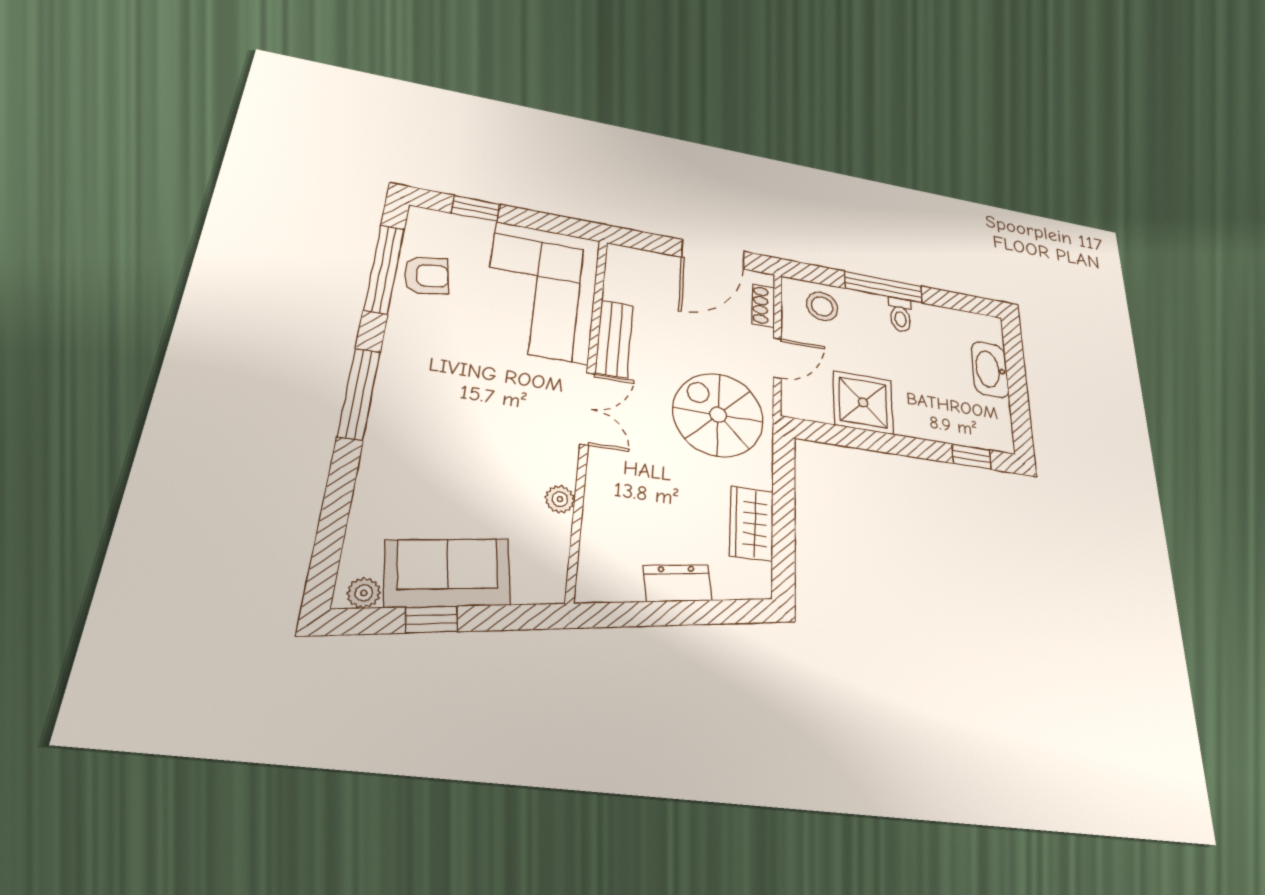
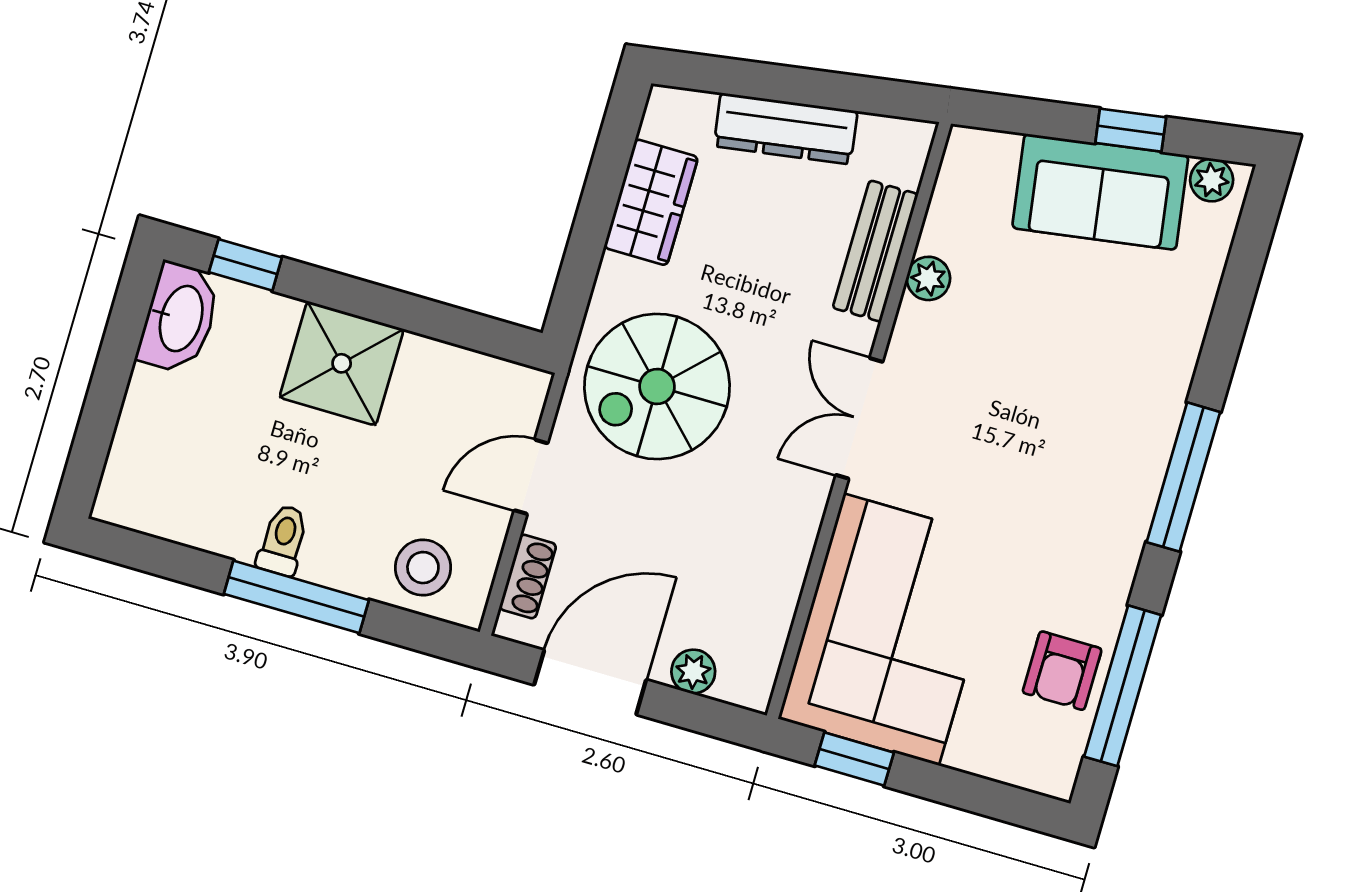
window: (476, 209) -> (854, 759), moved
plant: (656, 263) -> (693, 671), added
armchair: (426, 275) -> (1062, 671), turned -81
bench: (614, 339) -> (875, 251), moved
washbasin: (990, 370) -> (179, 318), moved
shower: (863, 402) -> (342, 363), moved
spiral stairs: (718, 415) -> (657, 386), turned 90
dresser: (678, 583) -> (786, 129), width x1.44

